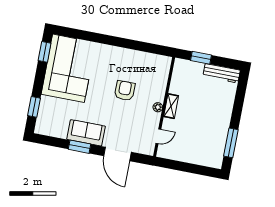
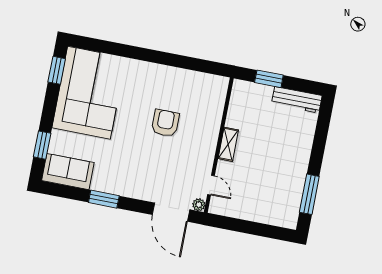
plant: (158, 107) -> (199, 205), moved
sofa: (86, 133) -> (68, 172), moved
door: (158, 136) -> (211, 185), hinge flipped
door: (117, 154) -> (171, 212), moved

